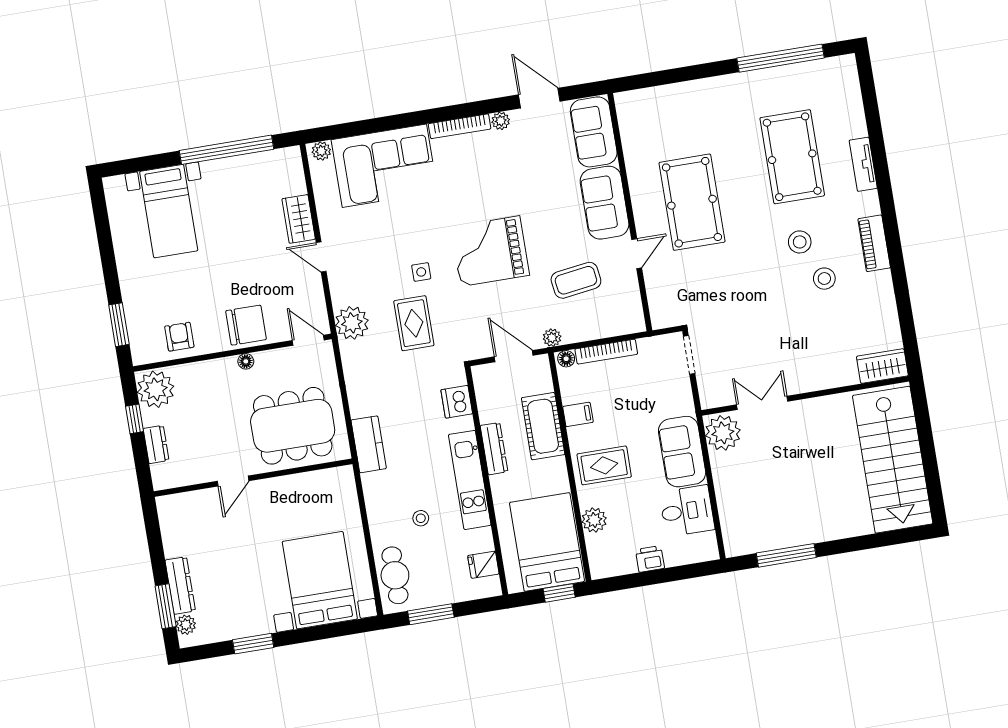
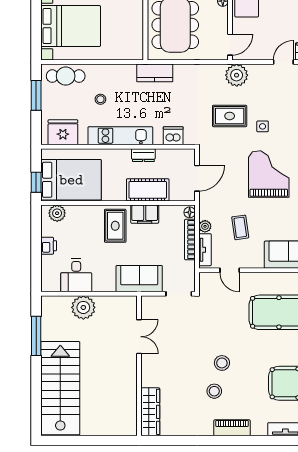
stool: (800, 242) -> (222, 363), moved
door: (637, 254) -> (230, 270), moved
coffee table: (576, 280) -> (240, 227), width x0.73, depth x0.77
tv unit: (618, 327) -> (205, 250), added
plant: (552, 338) -> (205, 226), moved
wardrobe: (882, 366) -> (150, 412), width x1.50
filing cabinet: (578, 414) -> (145, 214), width x2.00
plant: (723, 433) -> (83, 307), moved
dresser: (494, 449) -> (143, 155), width x0.70
sofa: (682, 452) -> (139, 279), moved
stairs: (893, 460) -> (60, 388), moved, turned 90
plant: (594, 520) -> (57, 213), moved
fridge: (483, 565) -> (63, 132), width x1.88, depth x1.34

